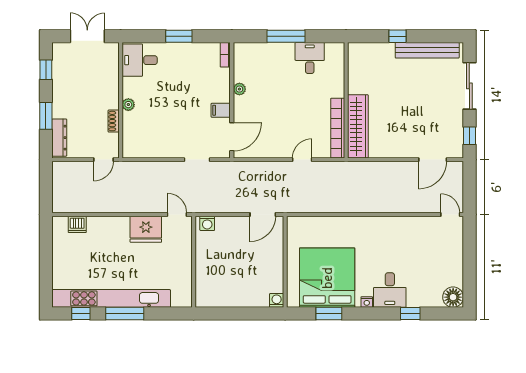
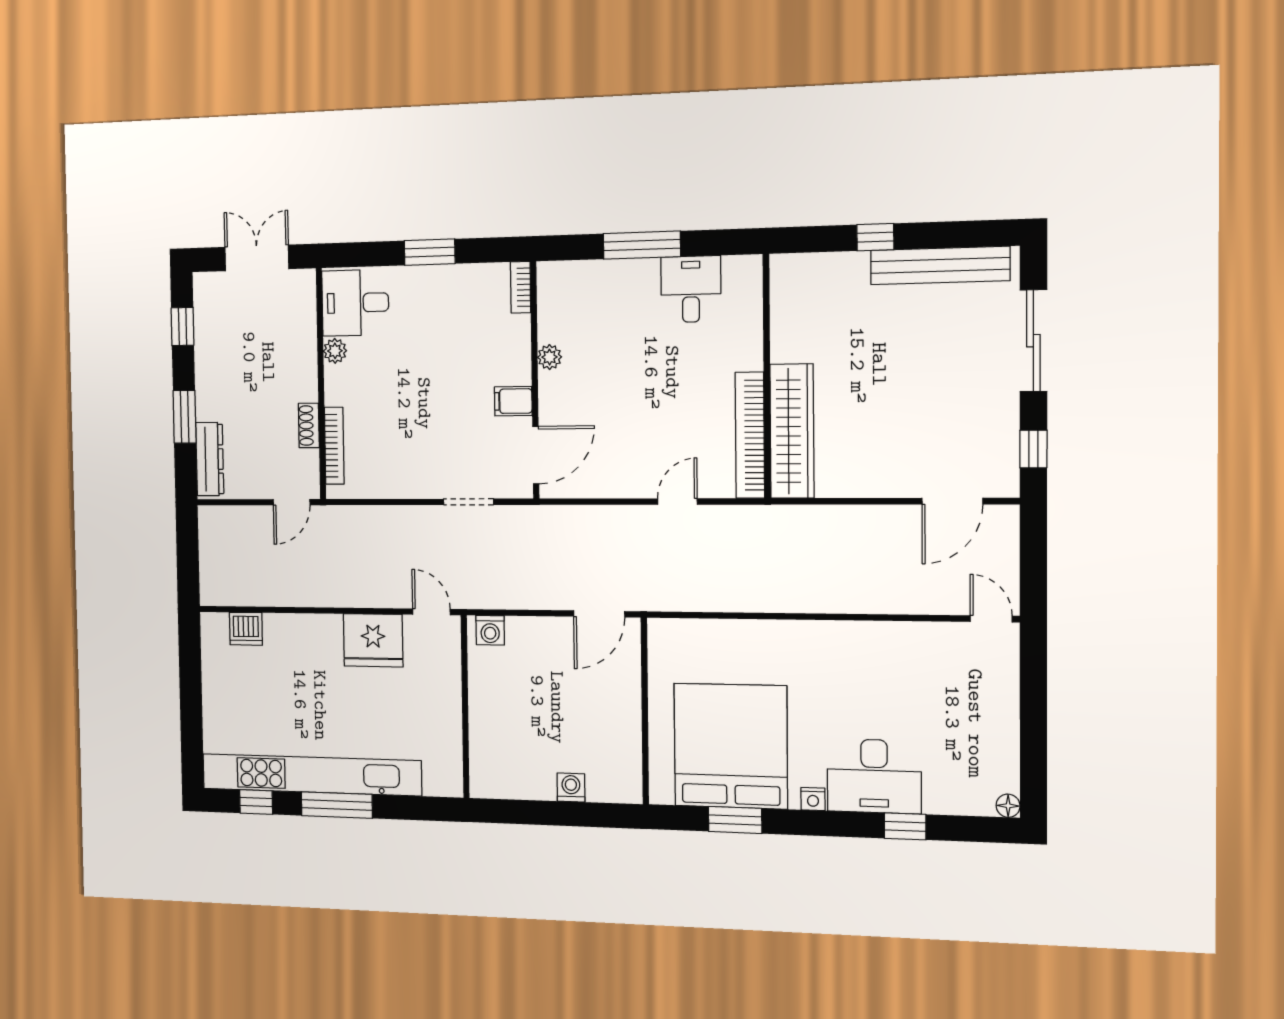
plant: (128, 105) -> (335, 351), moved
bookcase: (127, 131) -> (334, 446), added
desk: (390, 290) -> (874, 776), width x1.37
floor lamp: (453, 297) -> (1008, 806), width x0.53, depth x0.53
washing machine: (277, 300) -> (571, 787), moved

